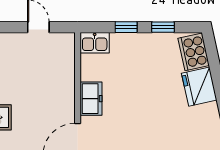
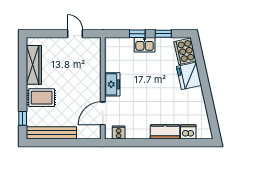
kitchen sink: (95, 43) -> (145, 45), moved

